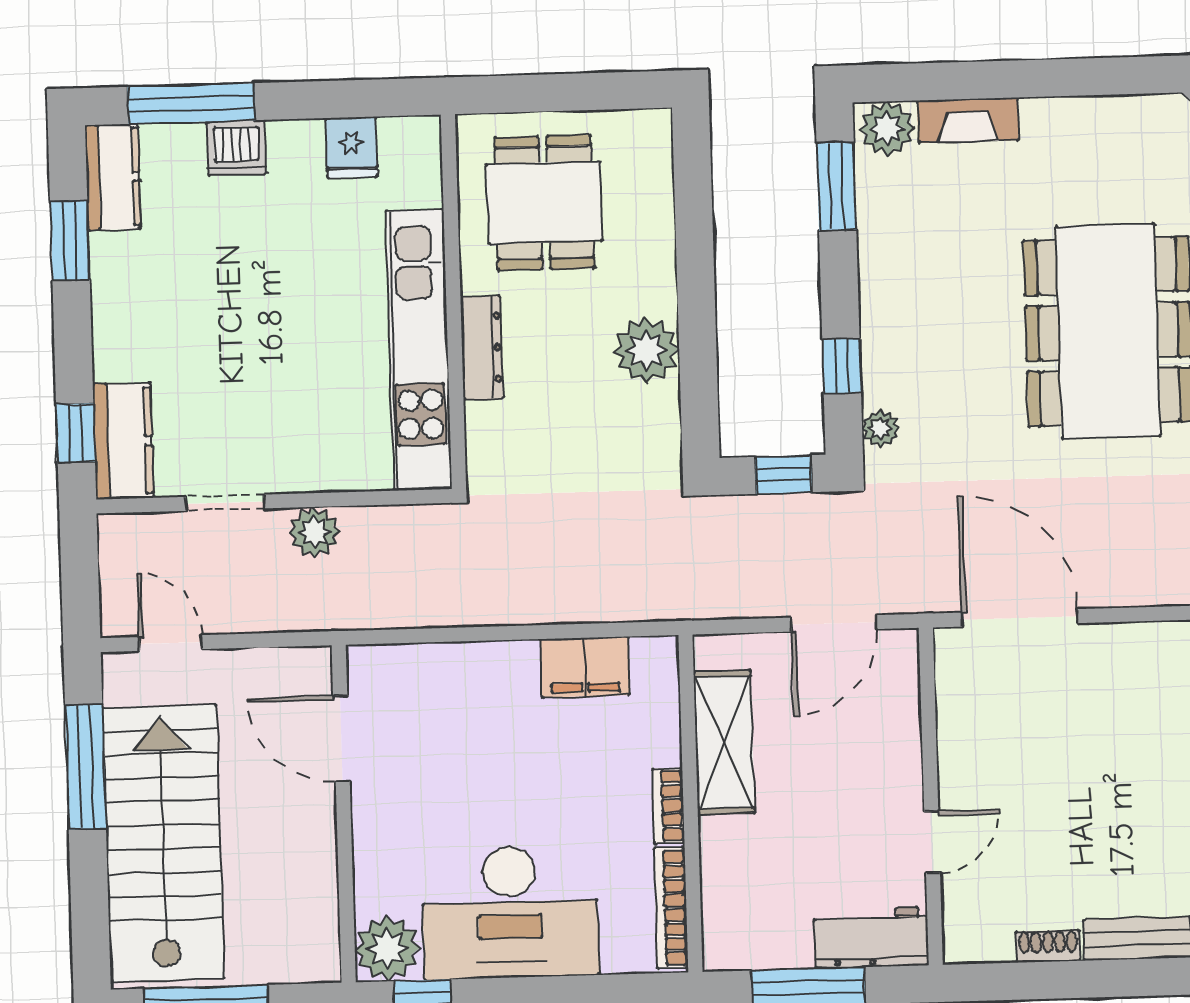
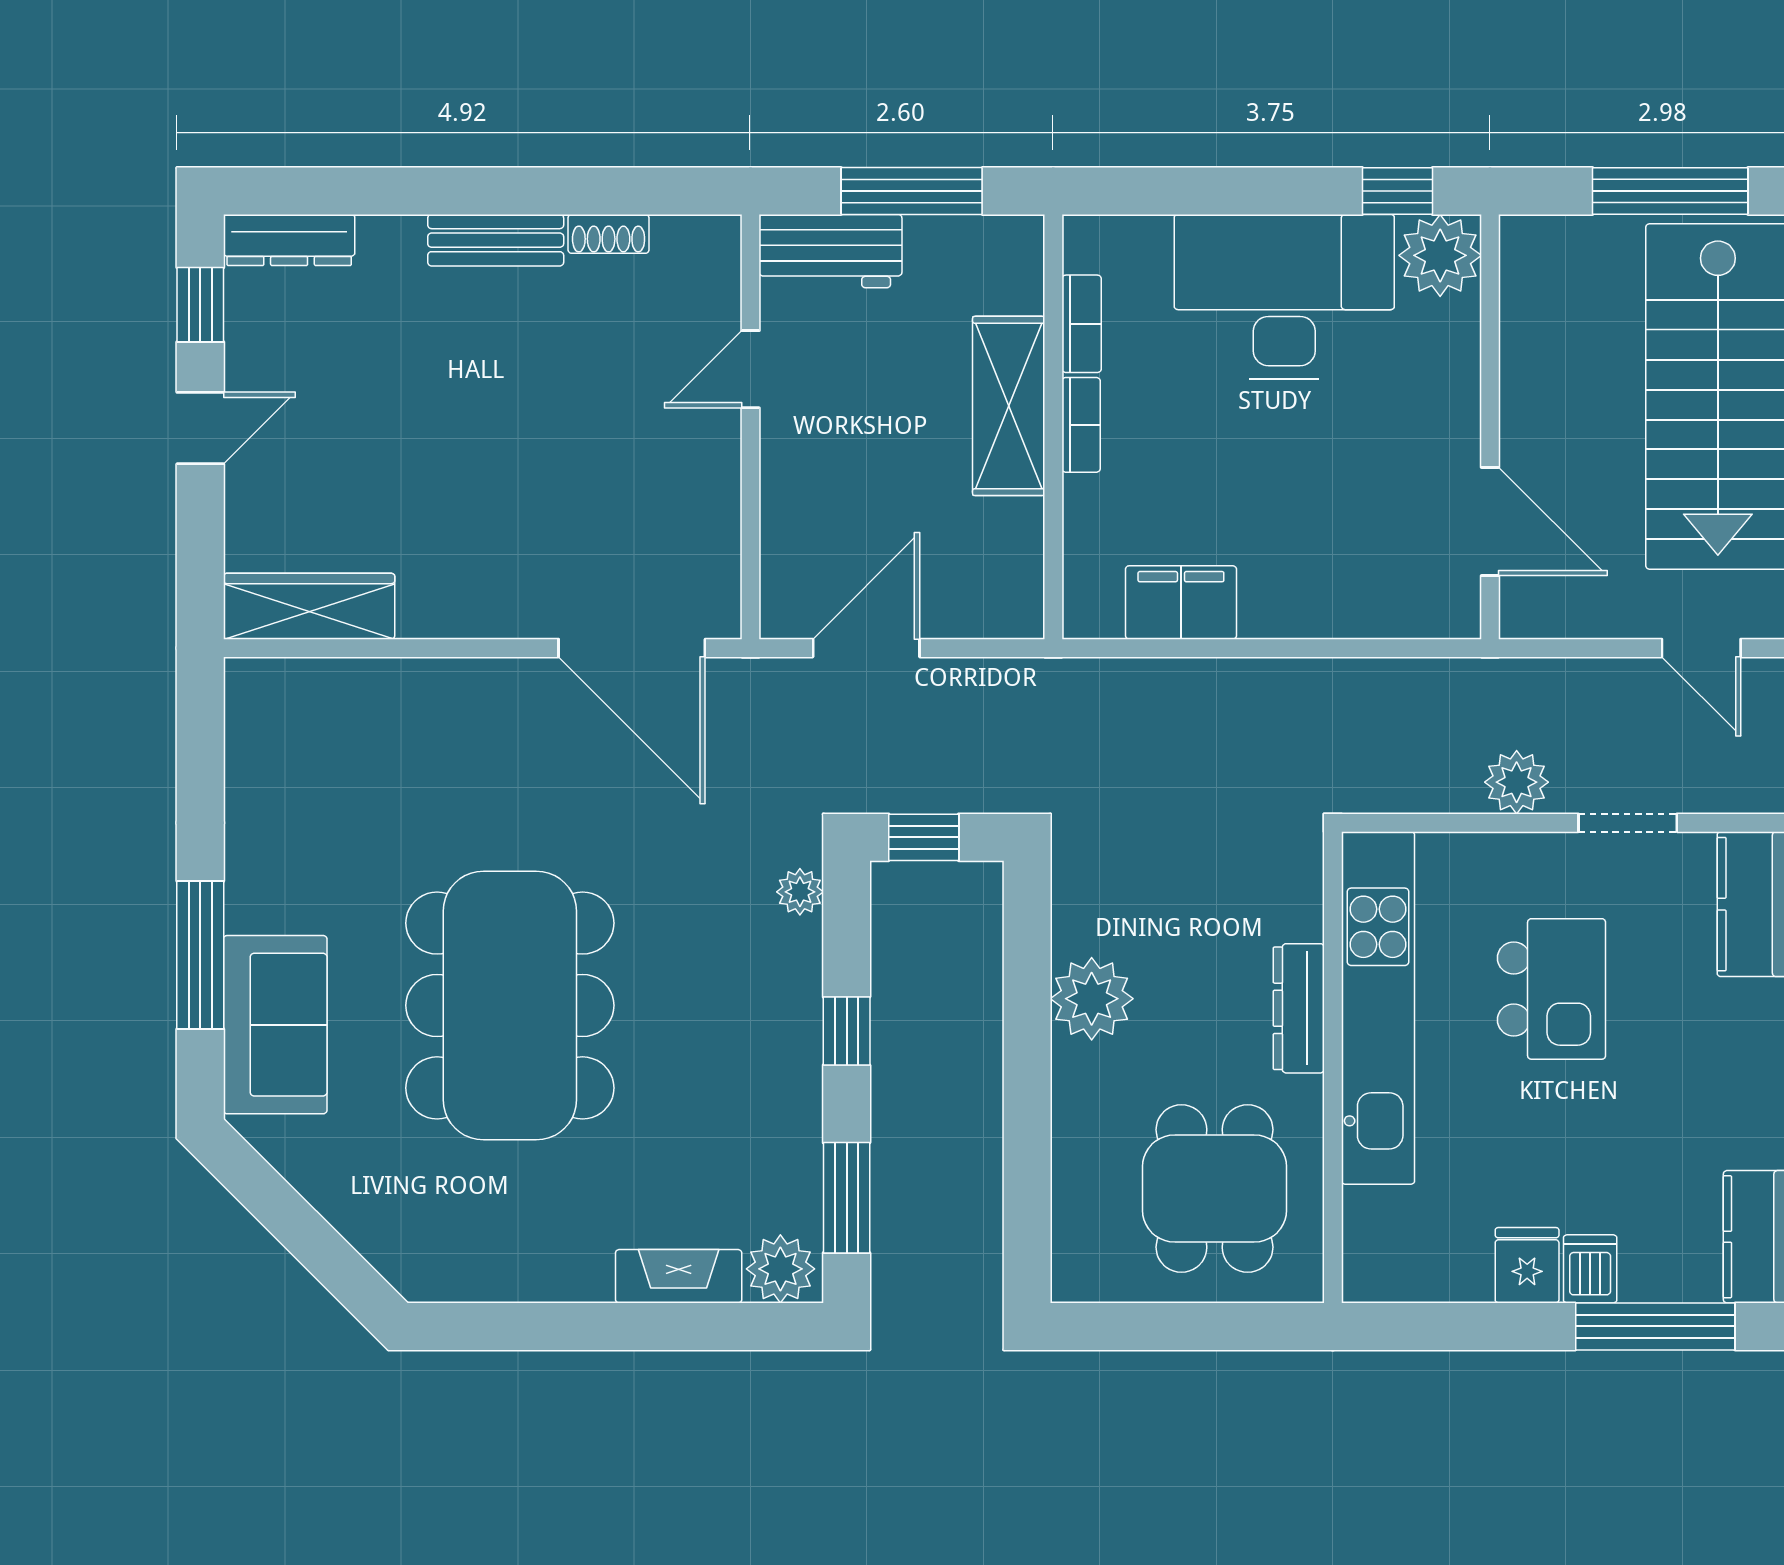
fridge: (351, 147) -> (1527, 1265), moved
dishwasher: (236, 148) -> (1590, 1269), width x0.73
window: (842, 366) -> (847, 1031), moved
kitchen island: (282, 369) -> (1551, 989), added
shelving: (724, 742) -> (1009, 406), moved
bookcase: (671, 908) -> (1082, 324), width x0.64

